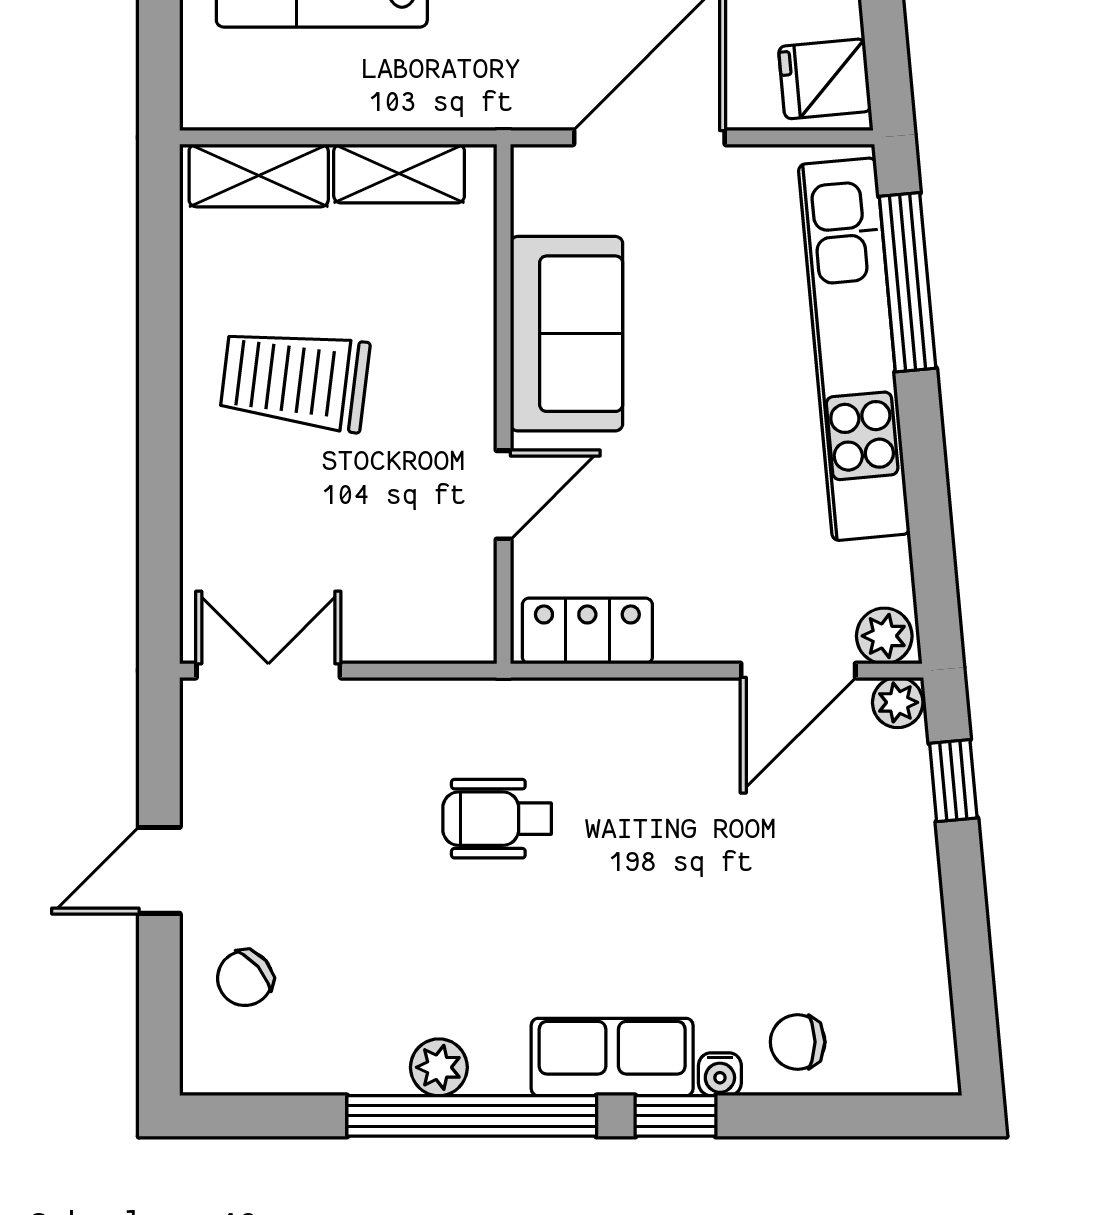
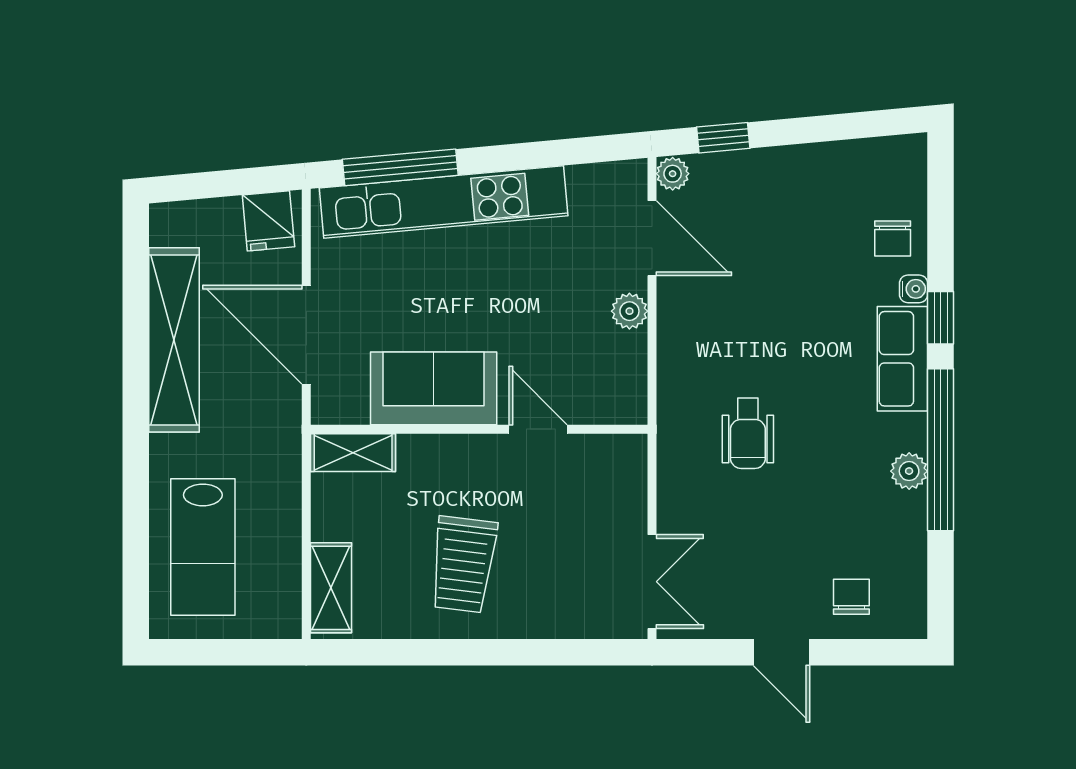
shelving: (399, 174) -> (353, 453), moved, turned 90
locker: (587, 631) -> (626, 375), removed
plant: (884, 636) -> (629, 311), moved
double door: (268, 671) -> (652, 582), swing flipped
chair: (245, 978) -> (851, 597), turned -139

